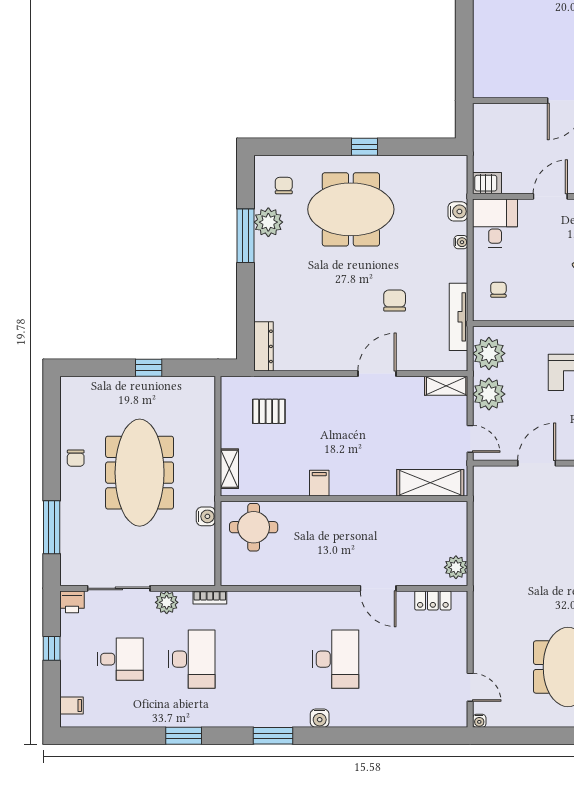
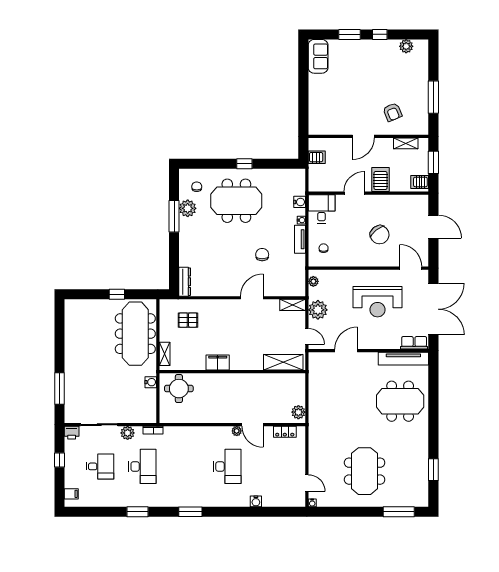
server rack: (487, 183) -> (317, 157), moved
tv unit: (458, 317) -> (300, 239), moved, width x0.71
plant: (489, 353) -> (313, 281), width x0.53, depth x0.53
chair: (76, 458) -> (74, 348), removed
meeting table: (140, 473) -> (135, 334), moved
filing cabinet: (319, 483) -> (218, 362), width x2.00
plant: (351, 599) -> (237, 431), added
water cooler: (320, 718) -> (256, 501), moved

